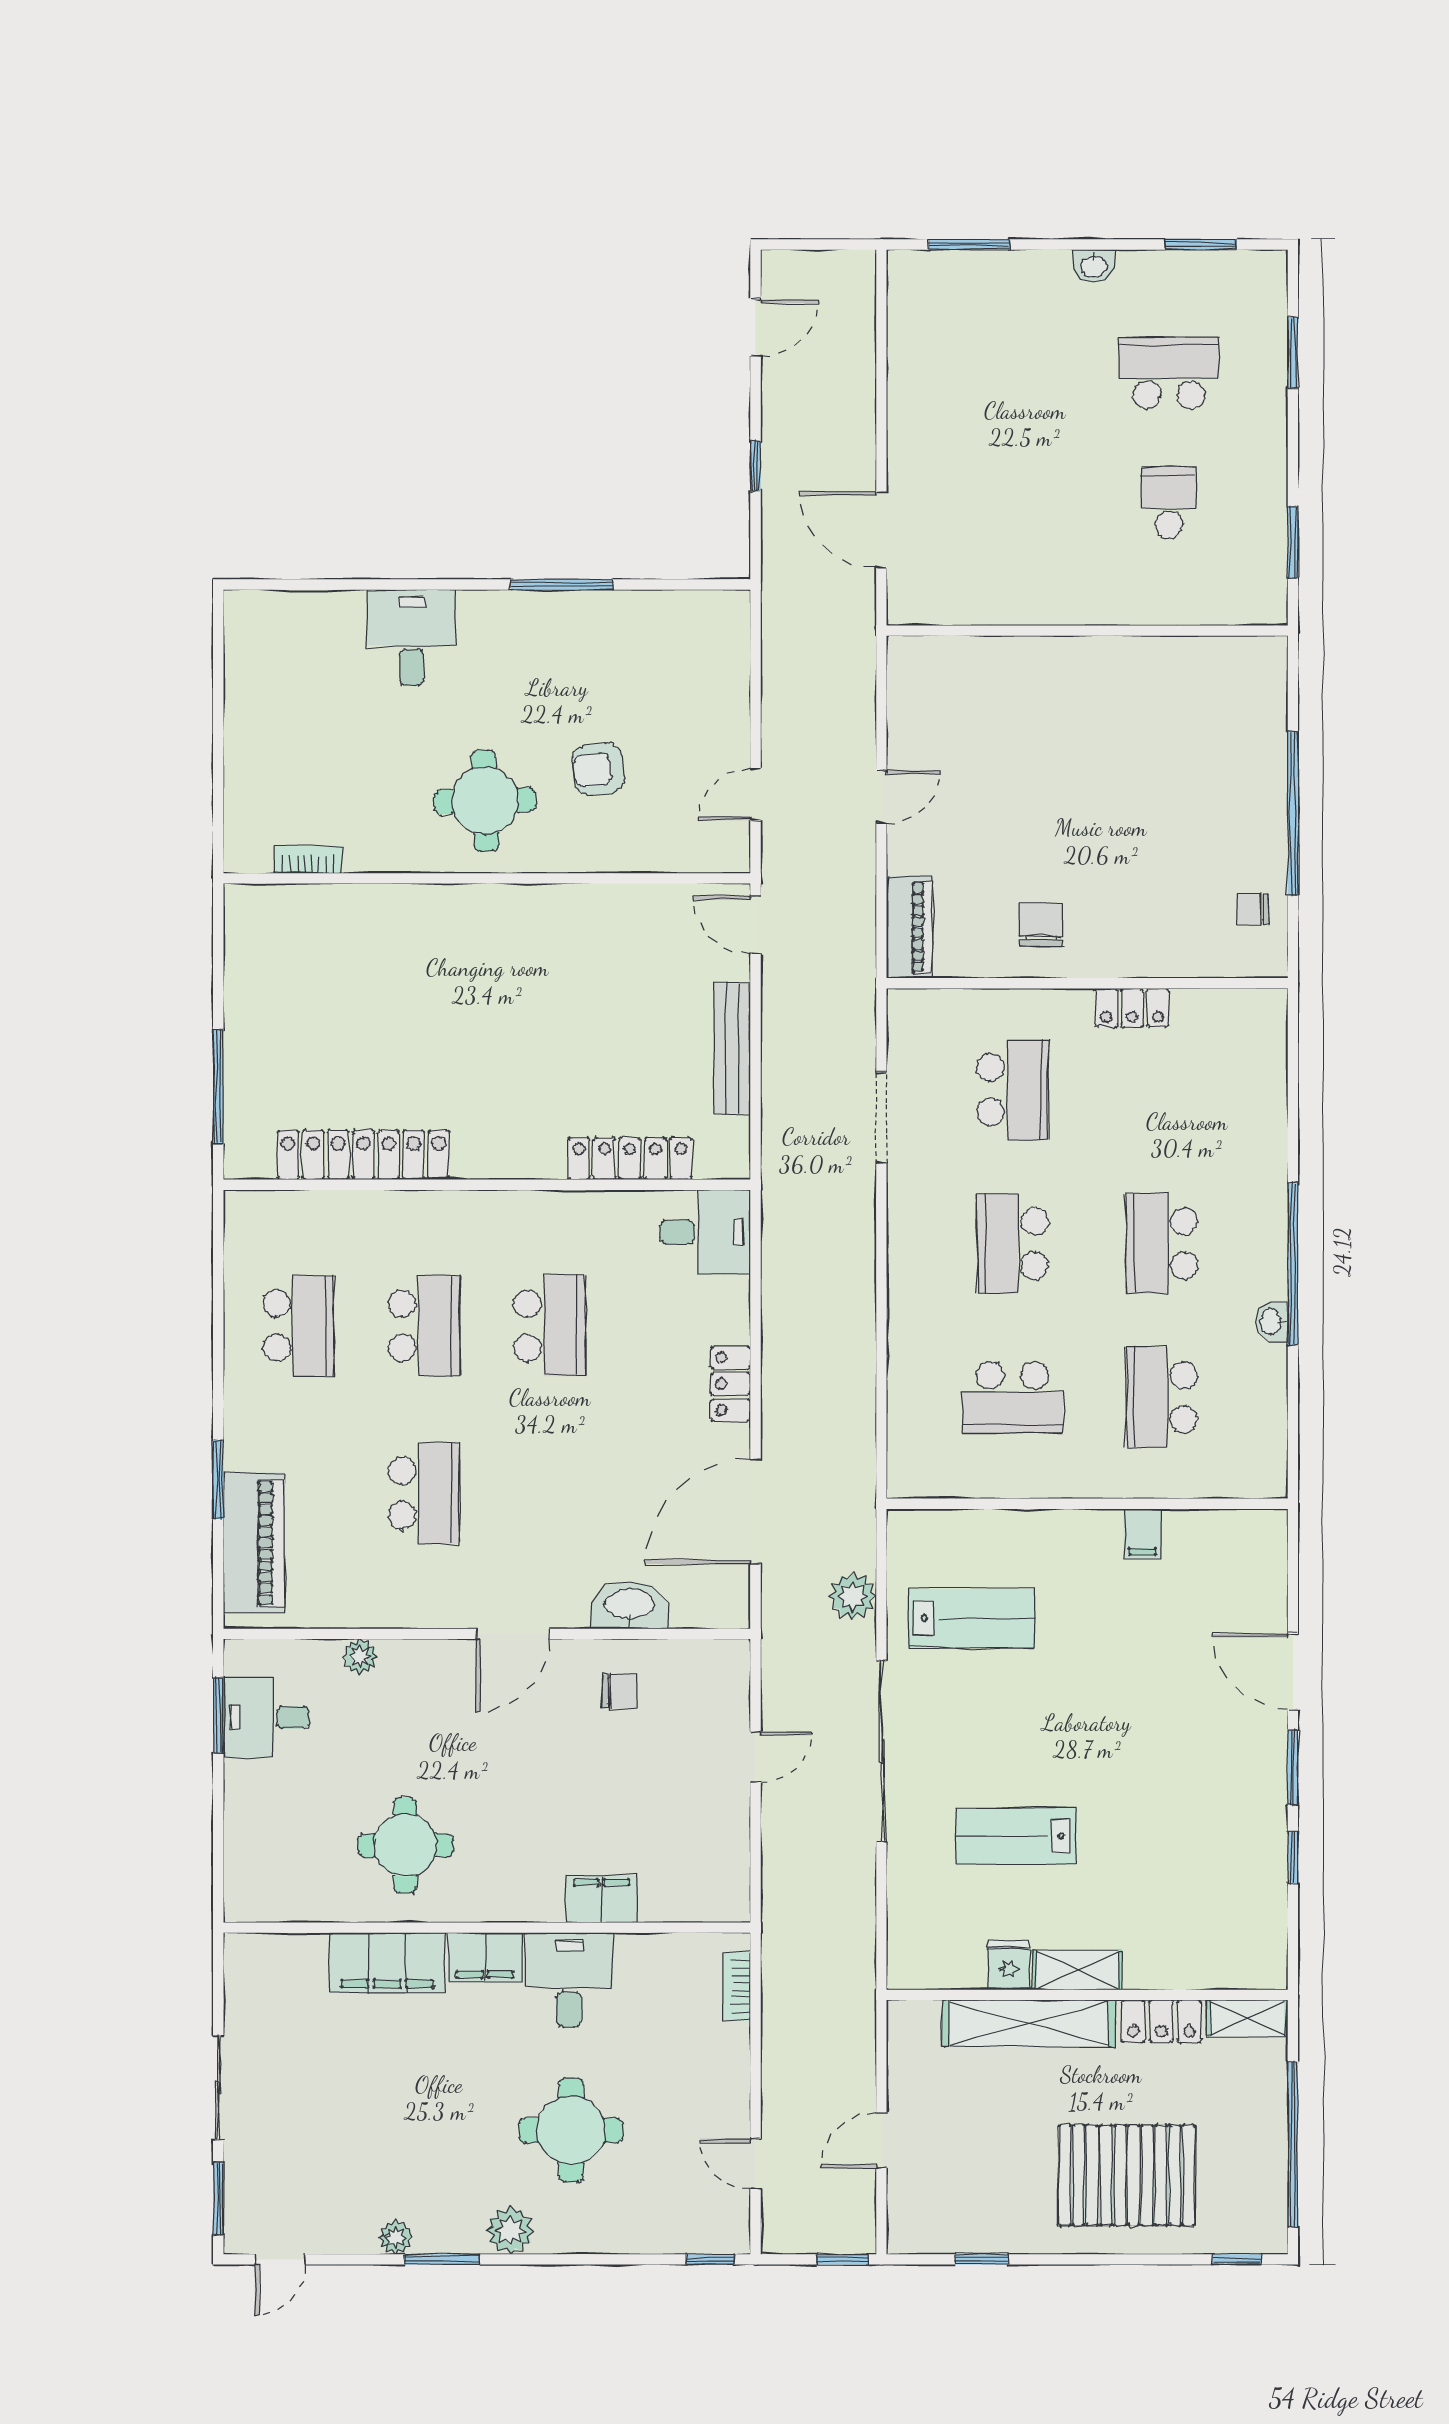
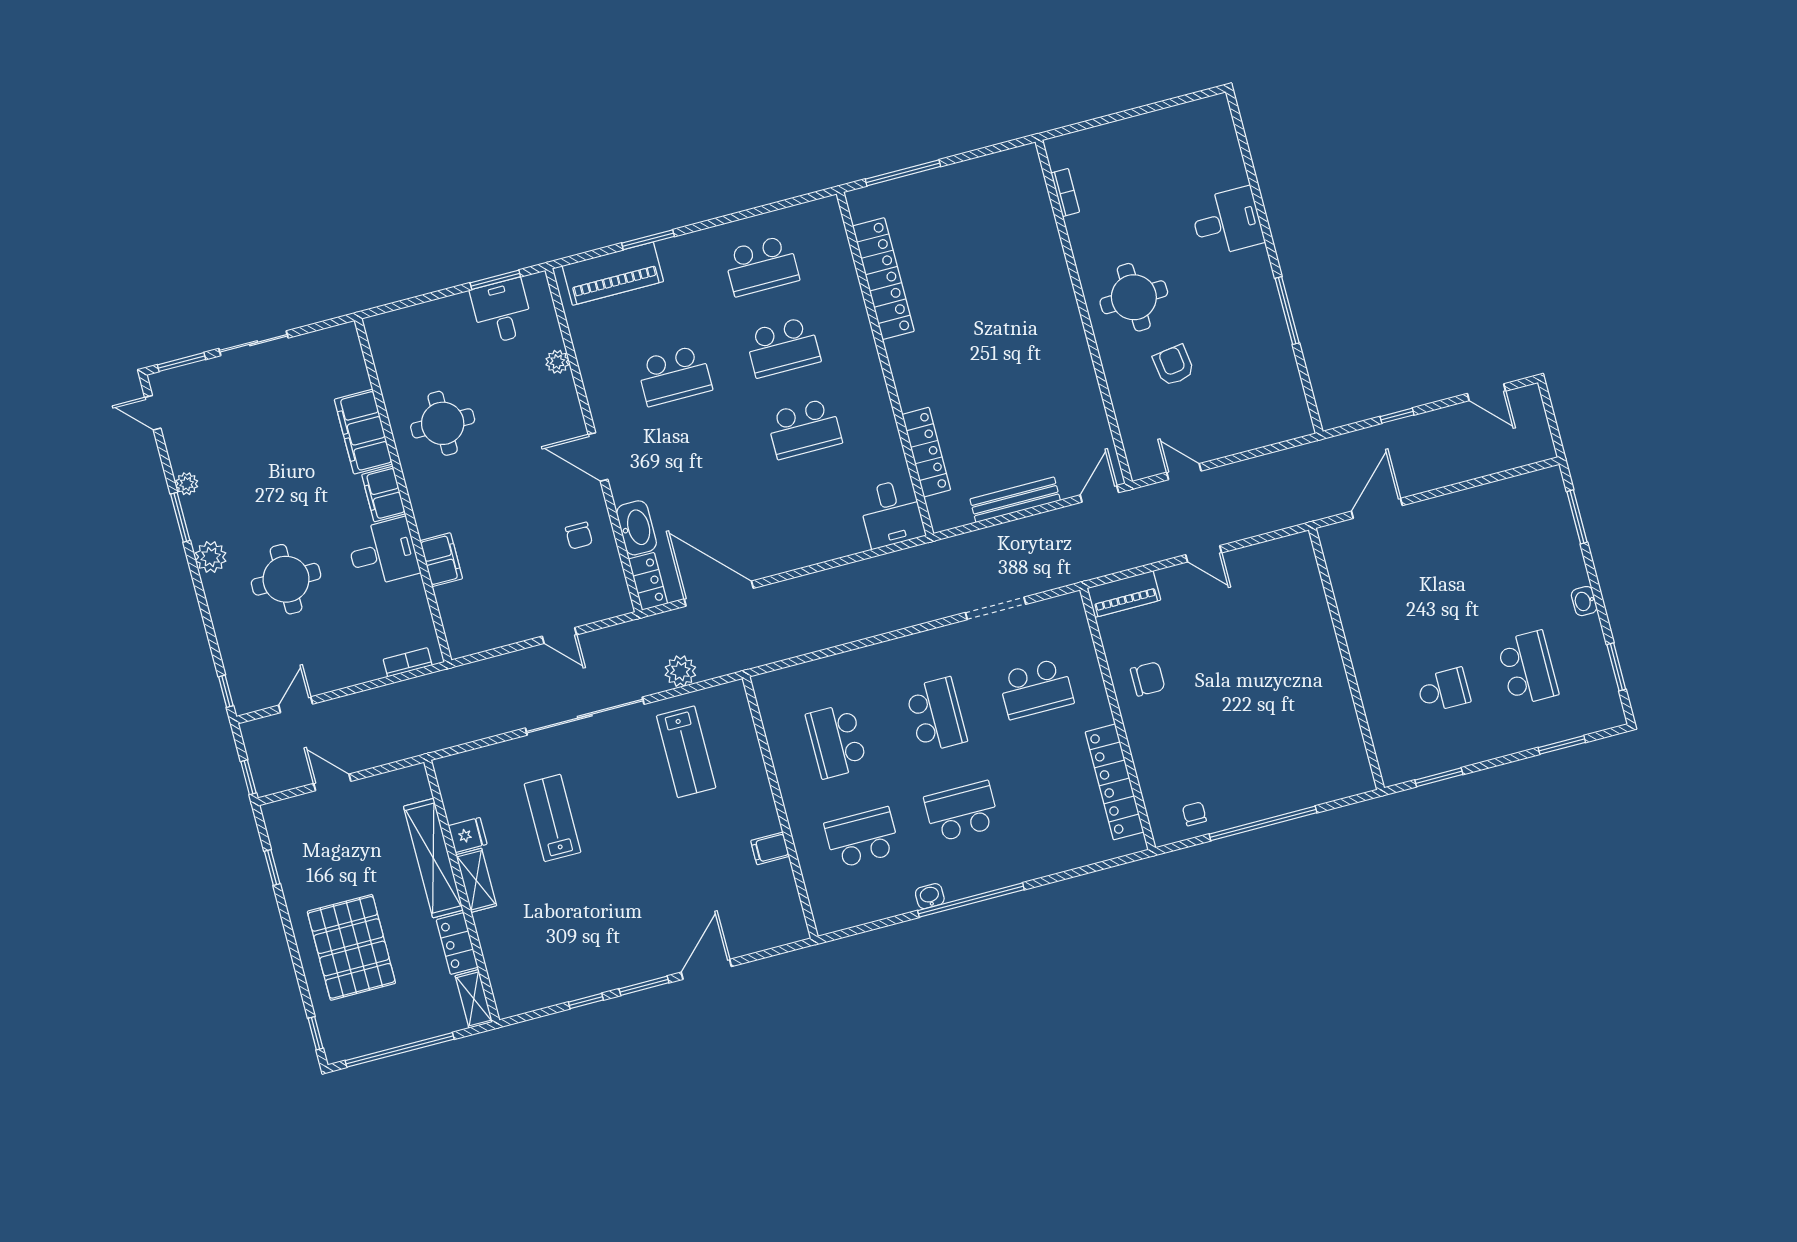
locker: (1132, 1008) -> (1115, 782), width x2.16, depth x1.21
school desk: (1013, 1244) -> (936, 715), turned 90
locker: (731, 1384) -> (648, 581), moved, turned 90

